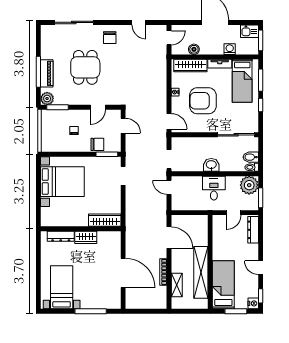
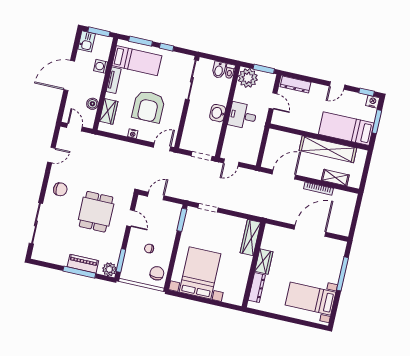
wardrobe: (190, 66) -> (109, 111), width x0.67
dining table: (85, 67) -> (96, 212), moved, turned 90
chair: (97, 144) -> (157, 273), moved

